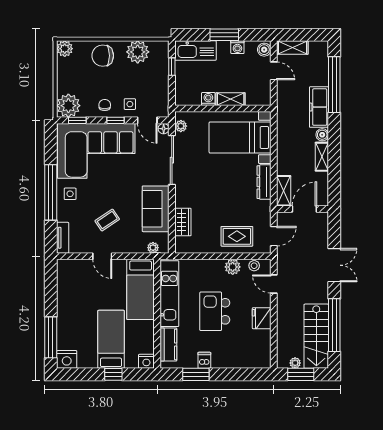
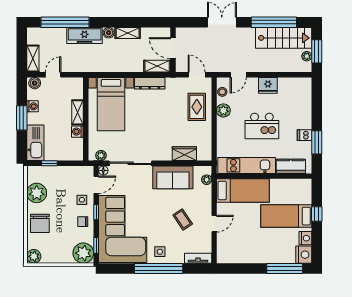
nightstand: (146, 361) -> (305, 238), moved

